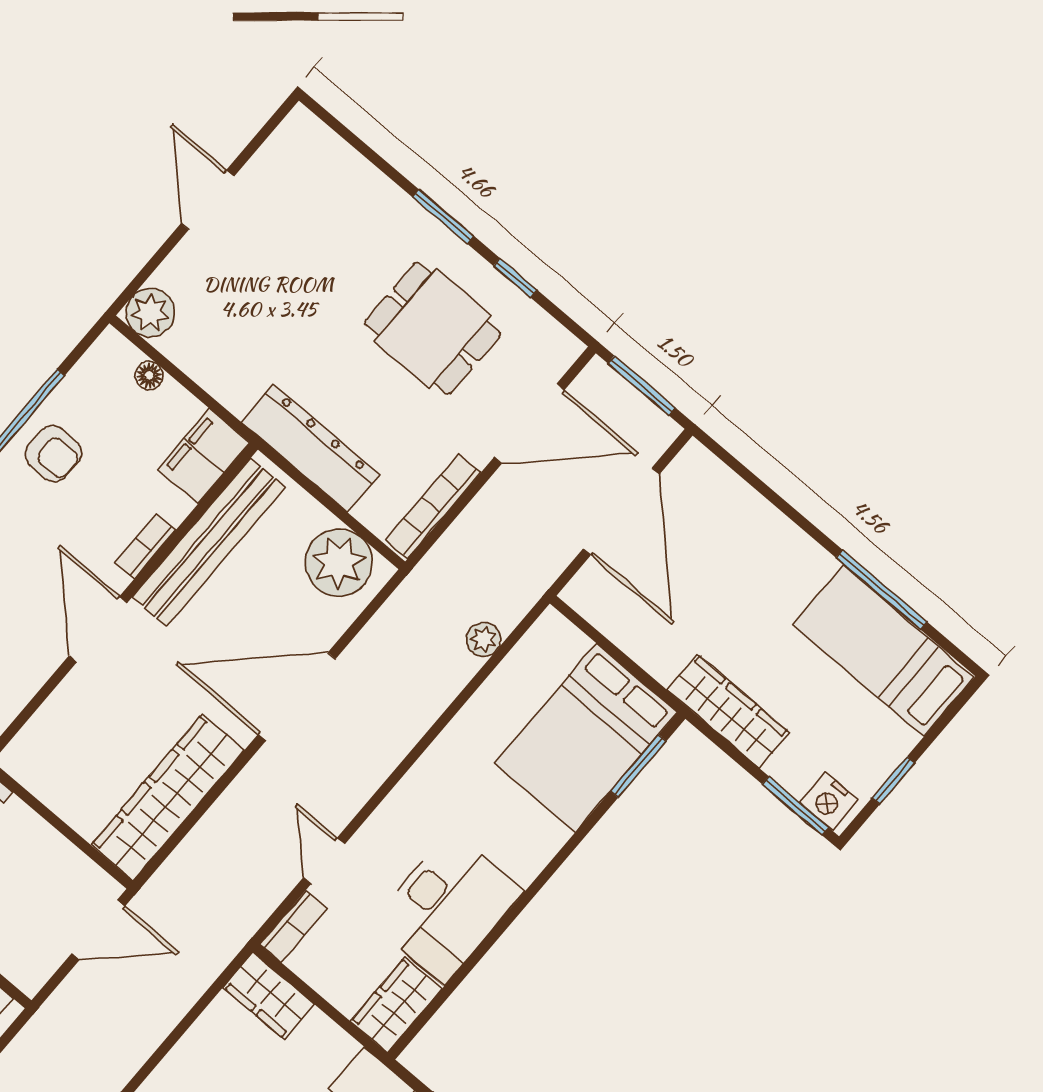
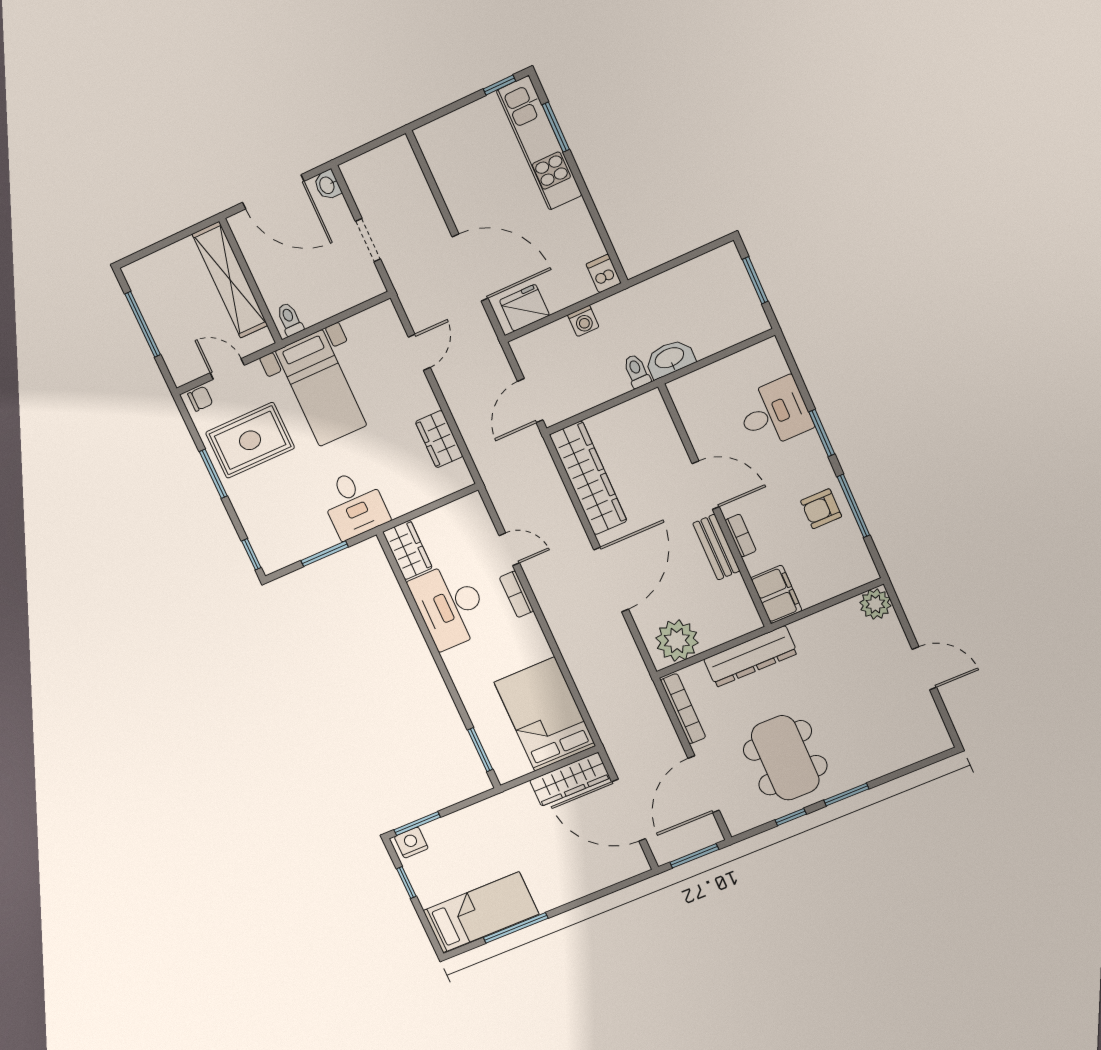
dining table: (433, 328) -> (785, 758), width x1.38
floor lamp: (149, 375) -> (839, 586), removed
bench: (209, 542) -> (716, 547), width x0.54, depth x0.82
plant: (483, 639) -> (593, 700), removed
wardrobe: (728, 711) -> (570, 779), moved
bed: (586, 738) -> (545, 714), moved
bookcase: (294, 926) -> (517, 594), moved
wardrobe: (269, 996) -> (439, 439), moved, turned -90

